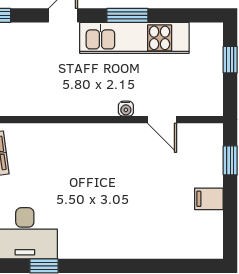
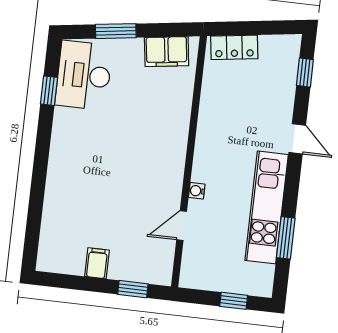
window: (127, 15) -> (286, 238), moved

